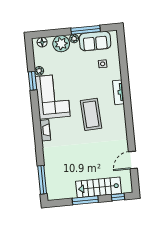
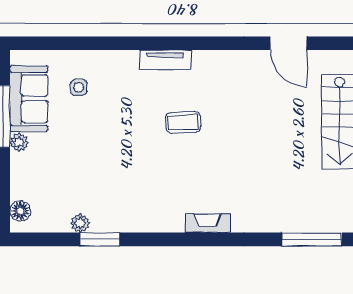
plant: (61, 44) -> (27, 171), removed
tv unit: (118, 92) -> (165, 60), moved
corner sofa: (53, 96) -> (137, 200), removed
coffee table: (91, 114) -> (183, 122), width x0.54, depth x0.58

